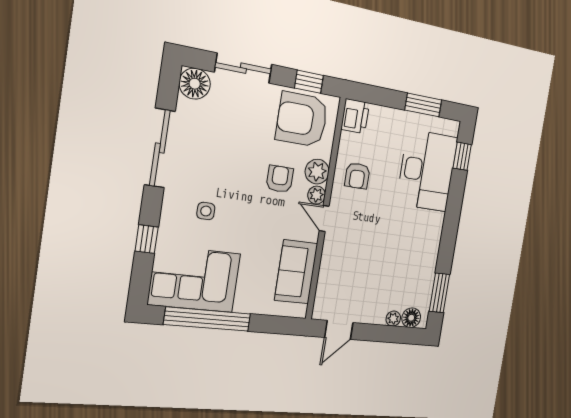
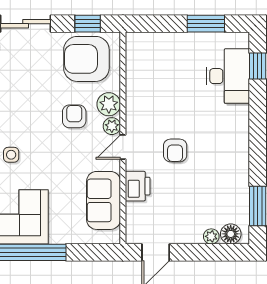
printer: (355, 116) -> (138, 186), moved
desk: (427, 171) -> (228, 76), width x0.73, depth x0.77
armchair: (357, 176) -> (175, 150), moved
door: (324, 219) -> (123, 147), hinge flipped

